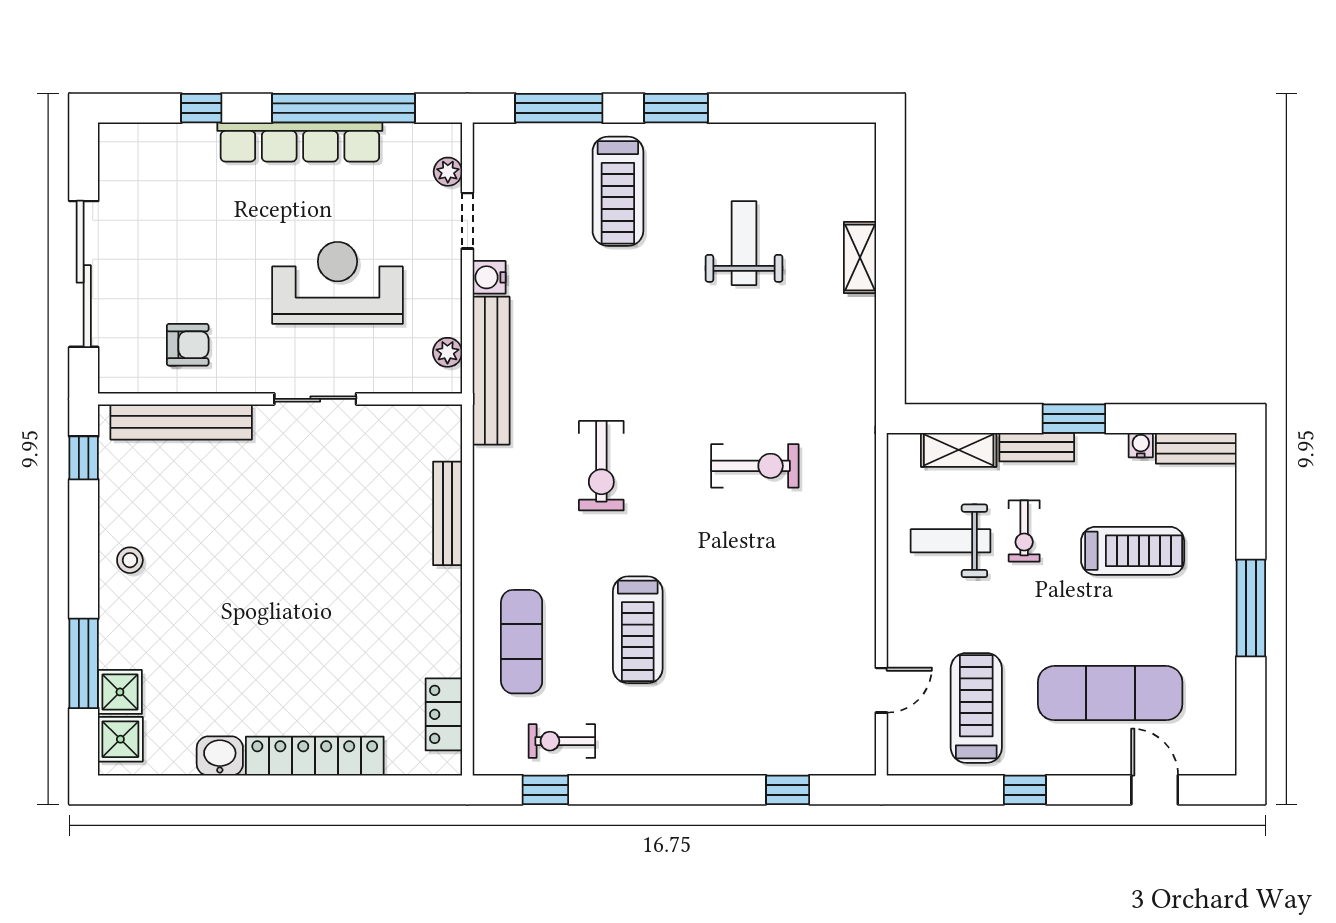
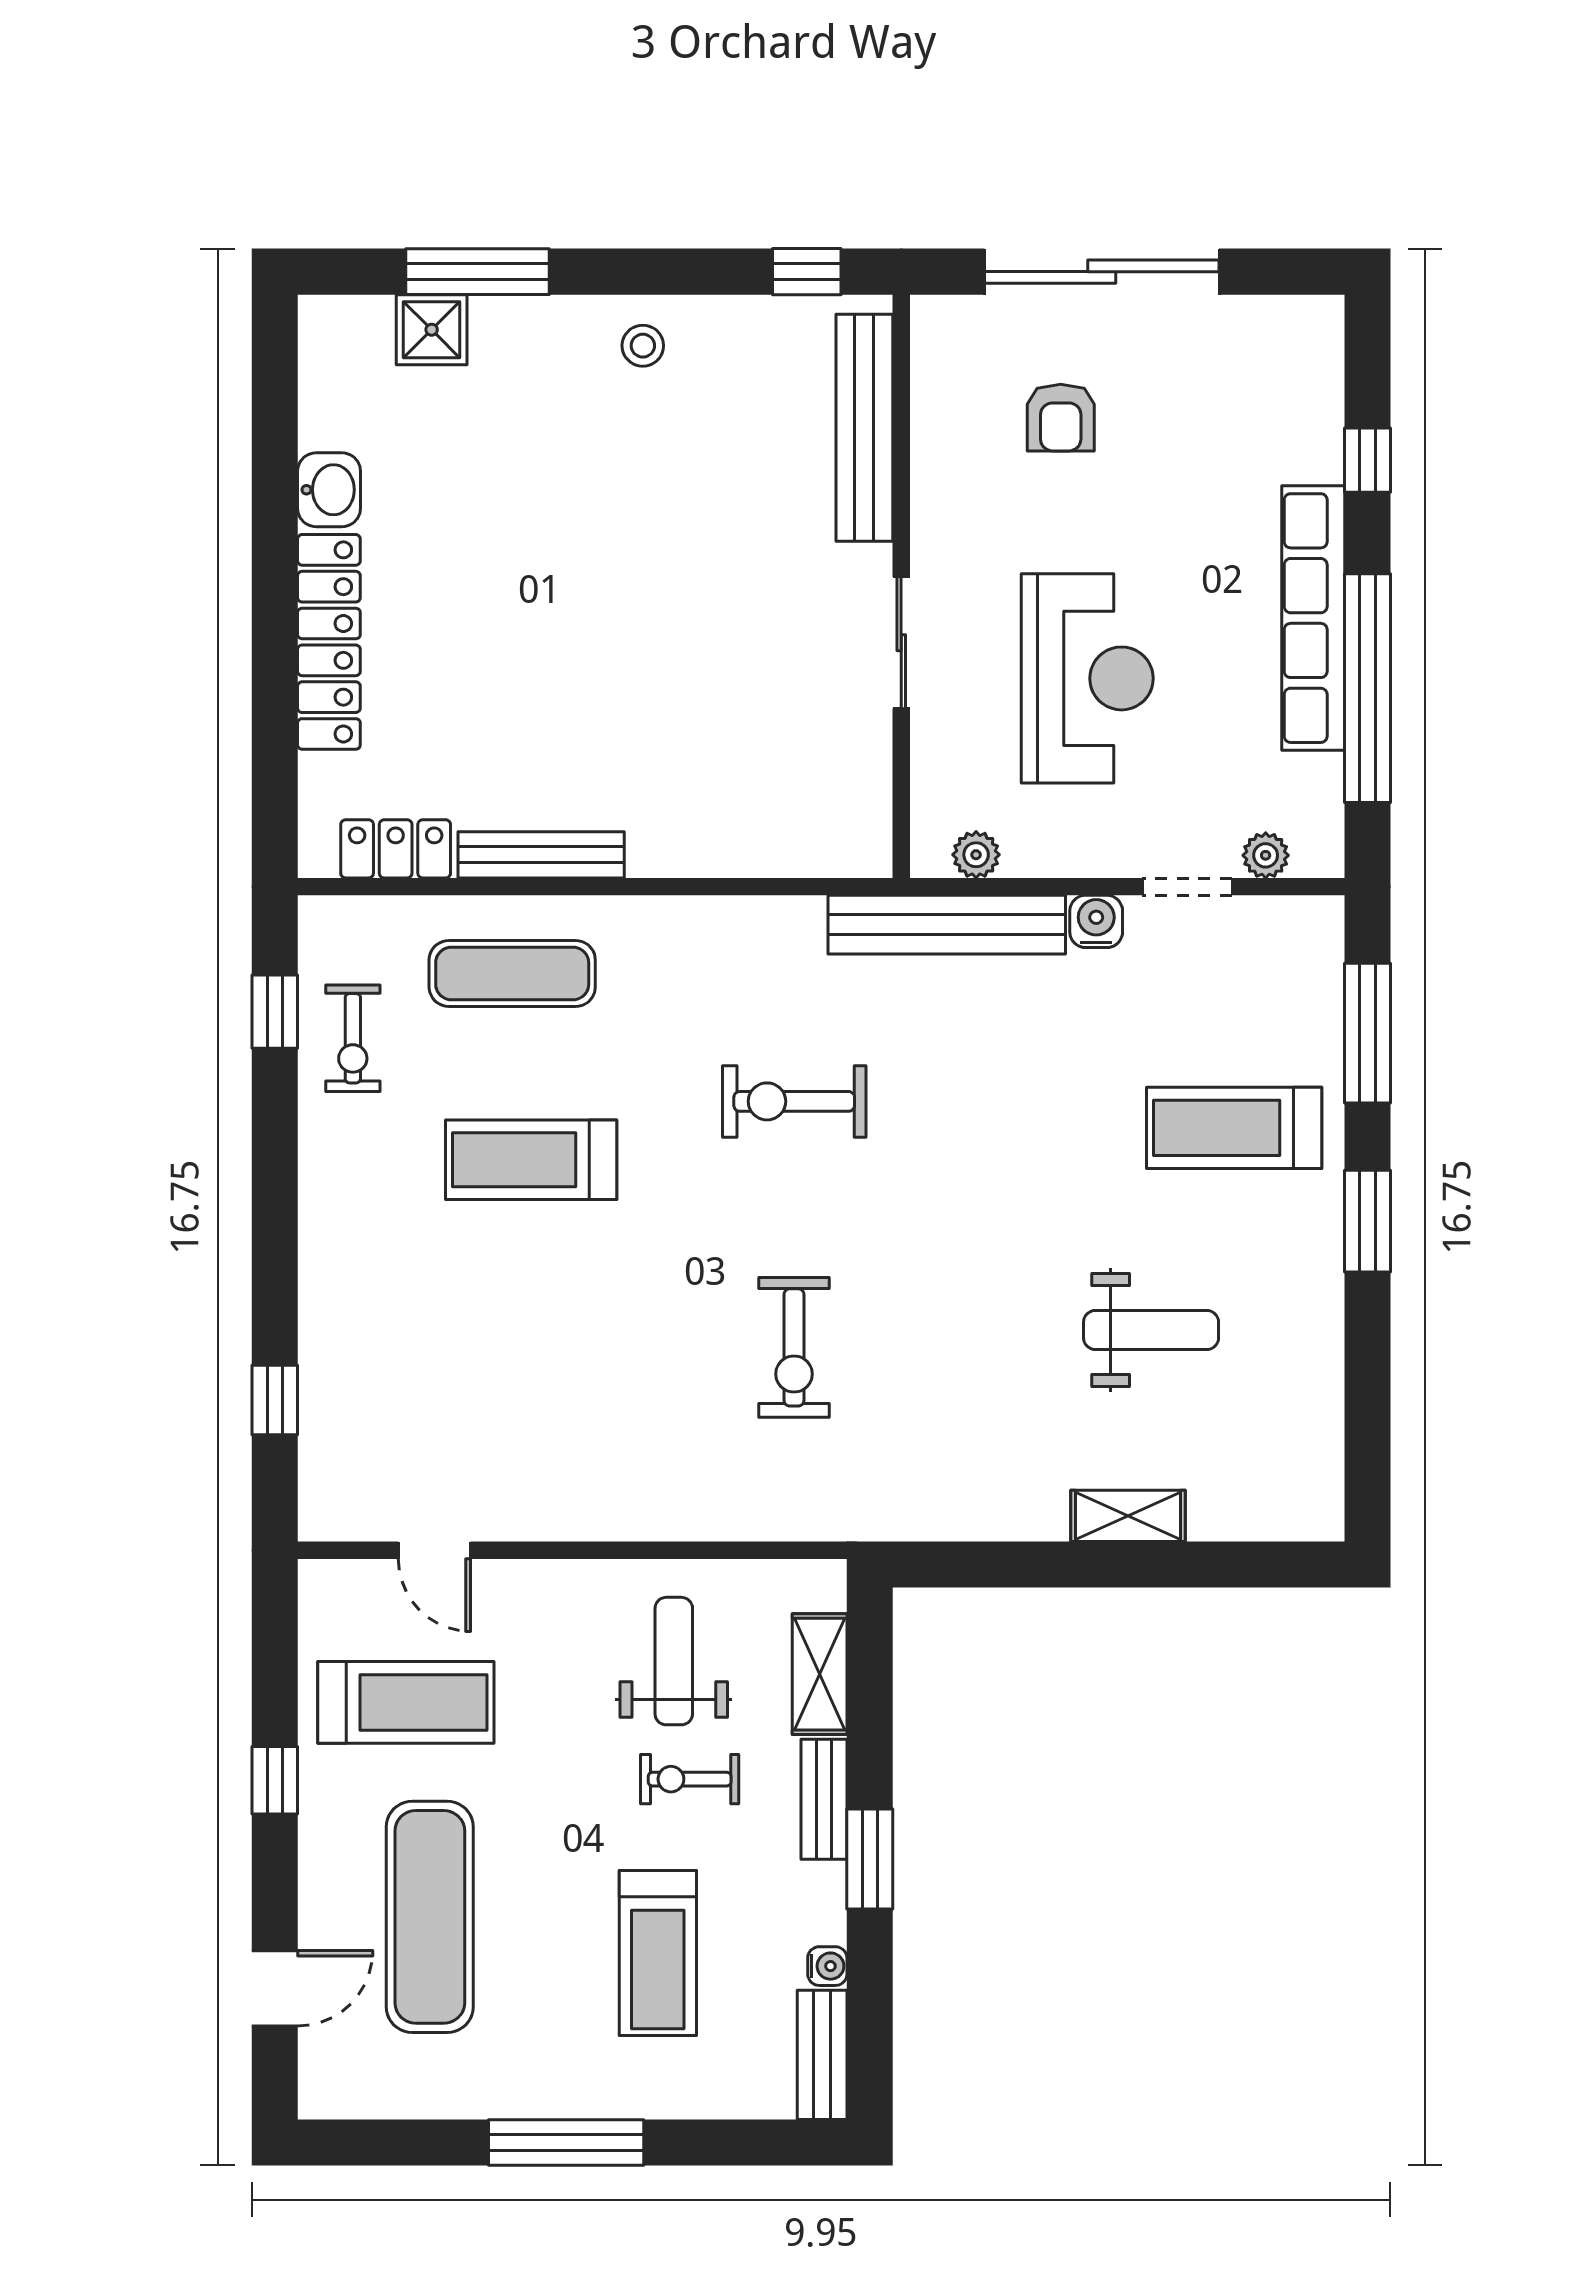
armchair: (188, 345) -> (1061, 418), moved
bench: (448, 513) -> (541, 855), moved
shower: (120, 739) -> (356, 330), removed
exercise bike: (562, 741) -> (353, 1038), turned 180

